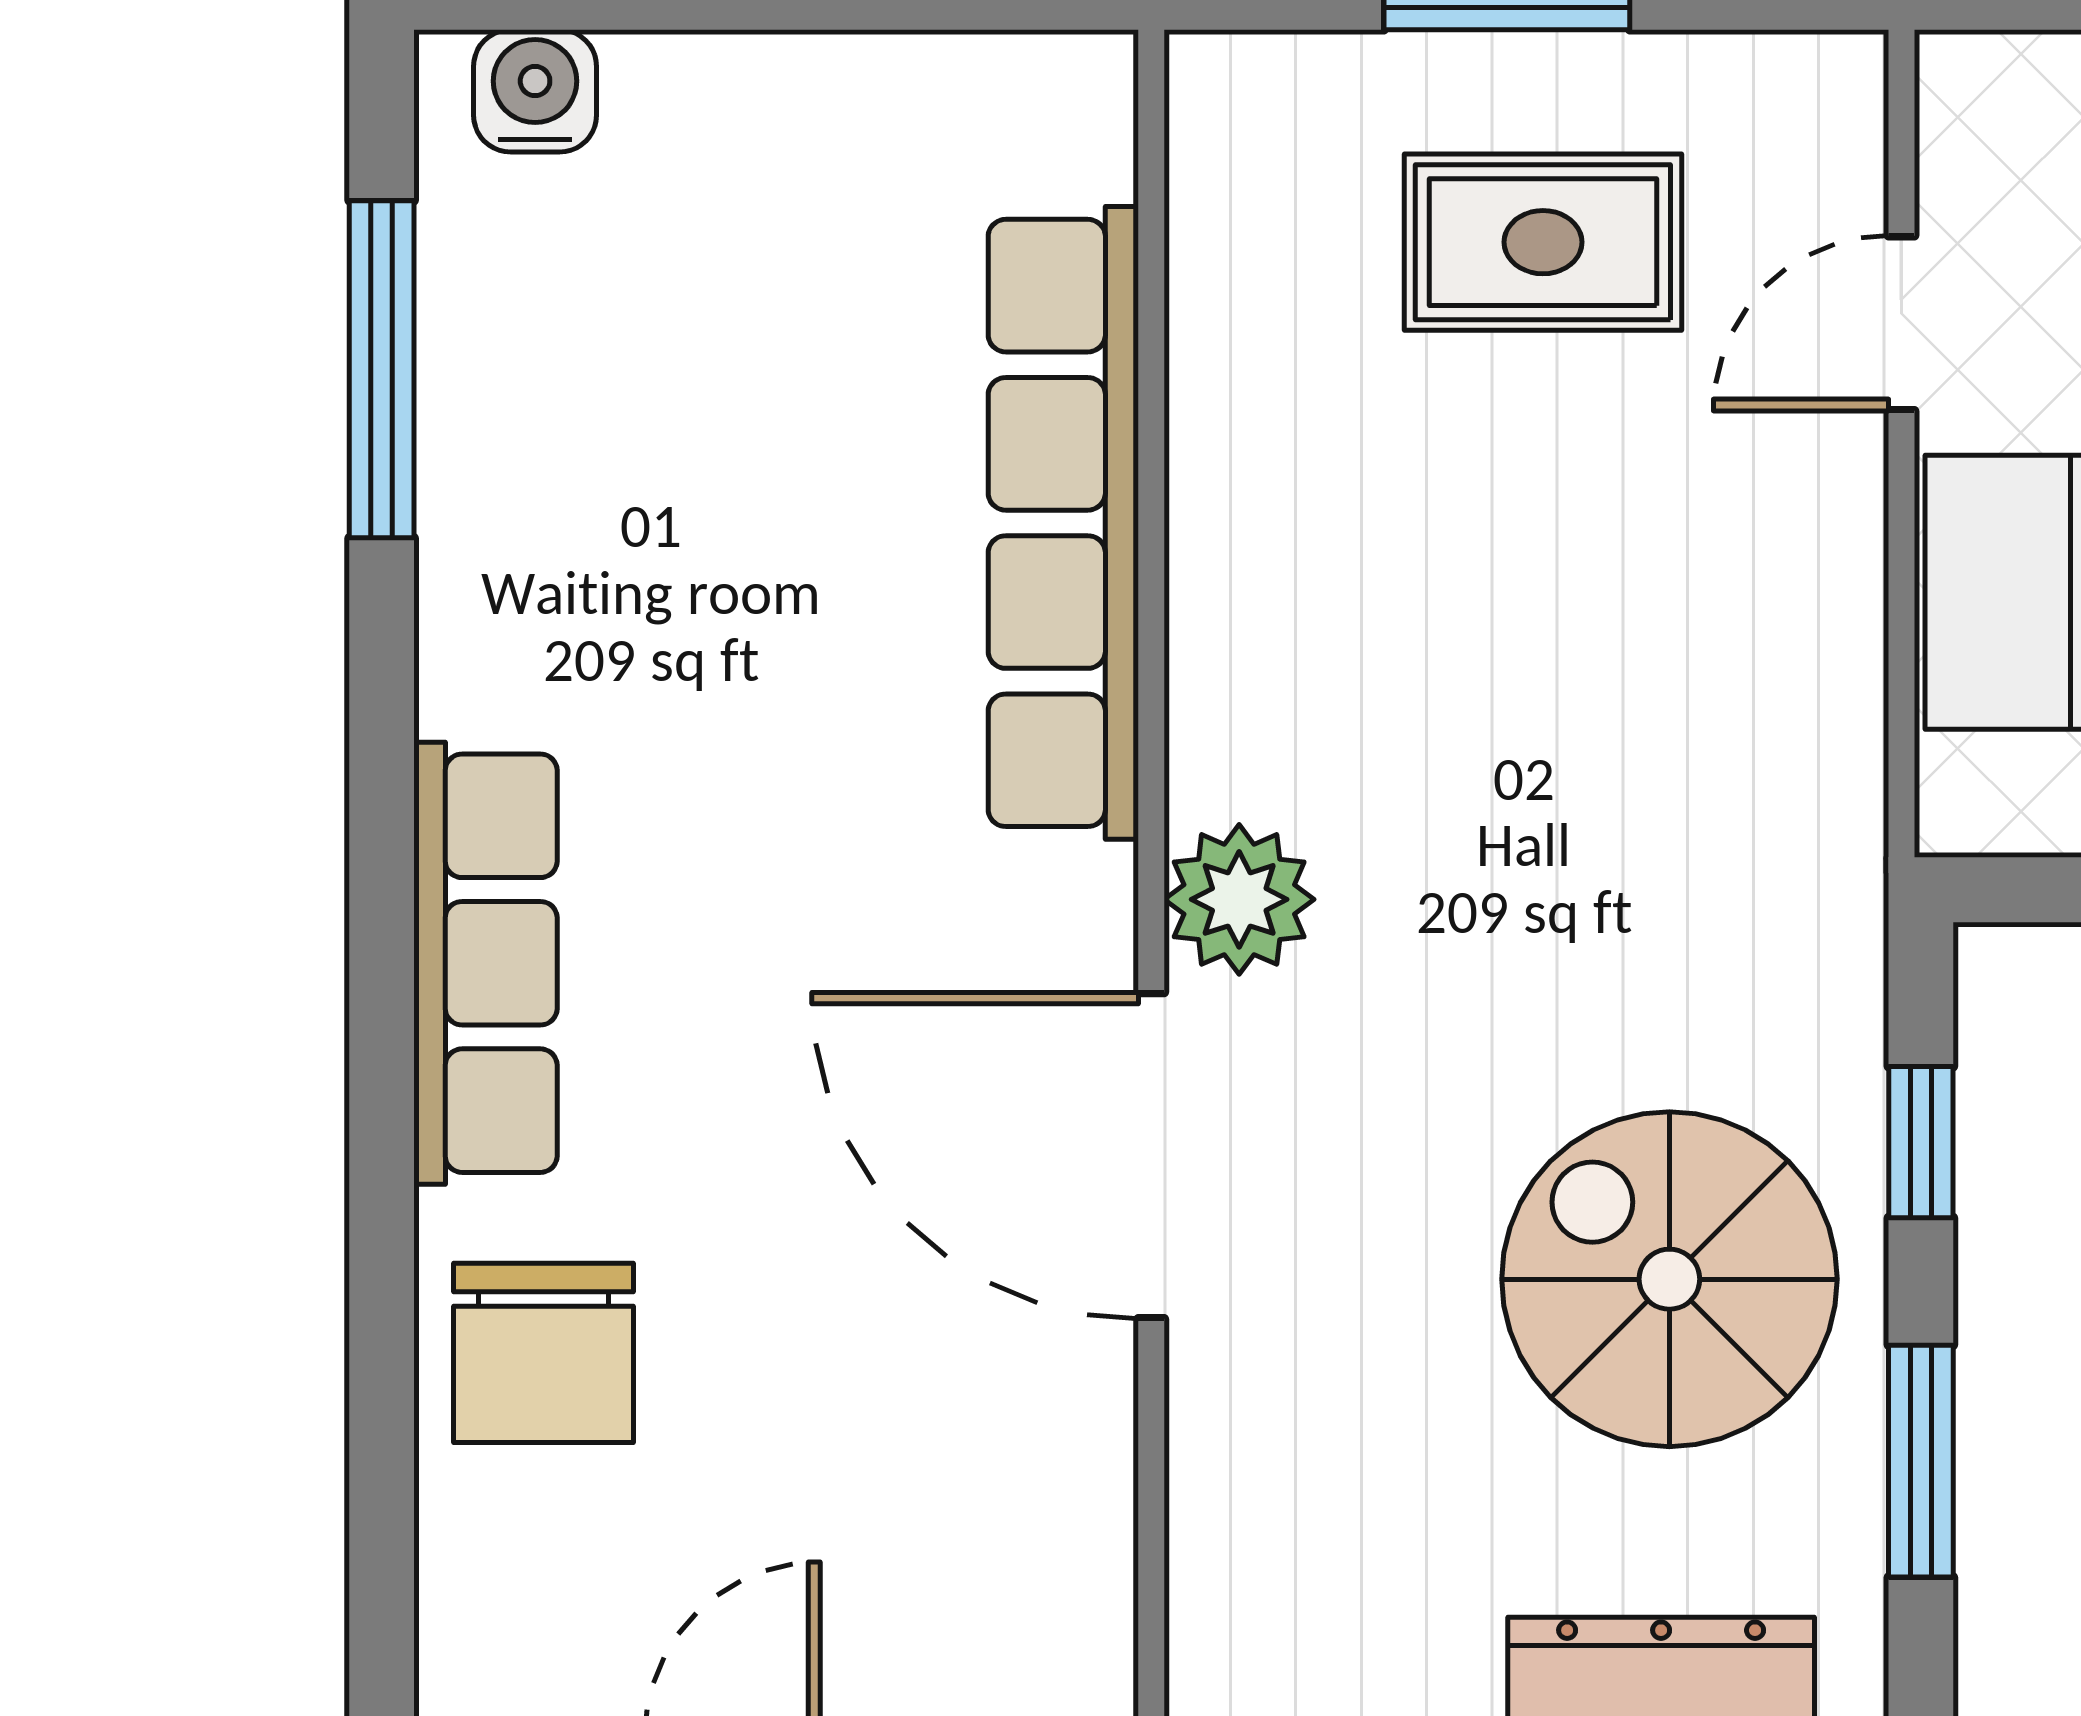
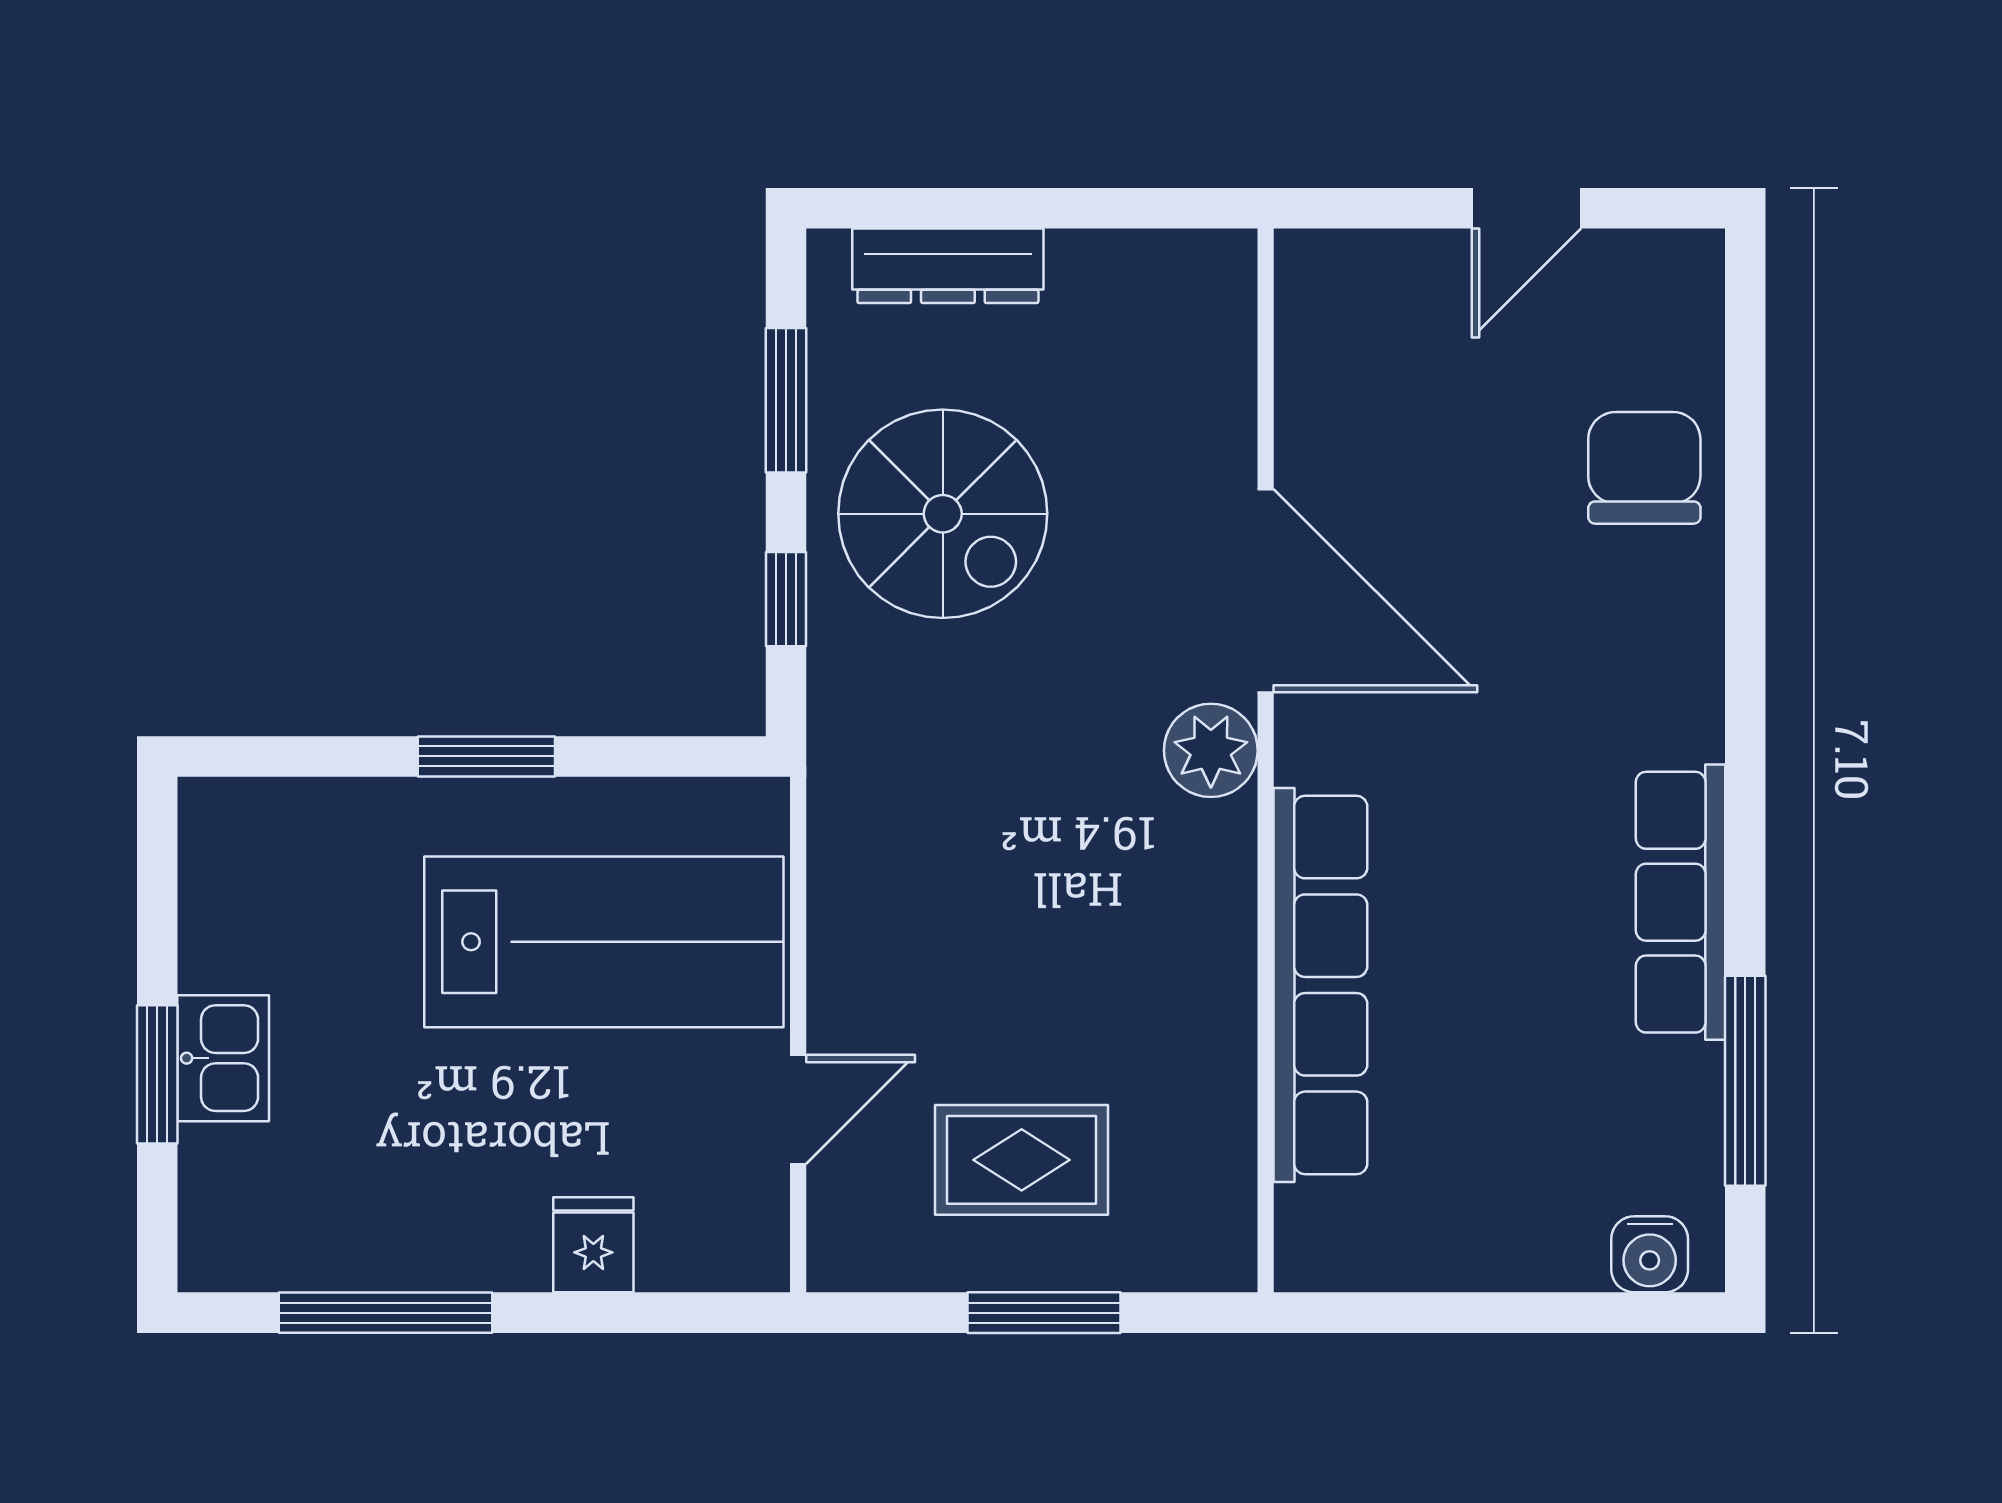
row of seats: (485, 963) -> (1681, 902), moved

